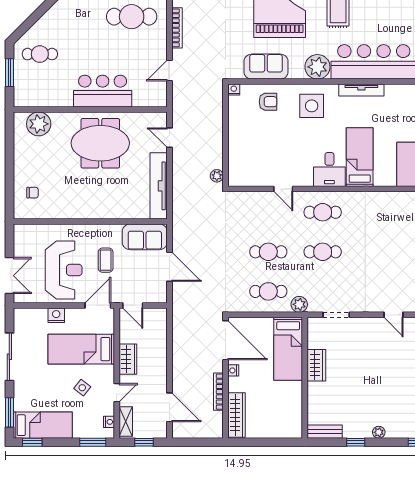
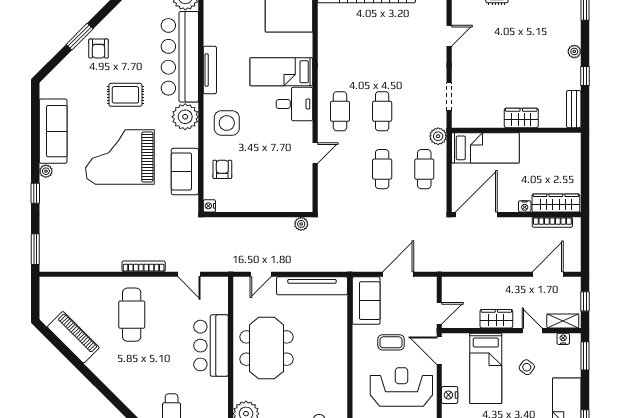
wardrobe: (316, 365) -> (521, 118), moved
nightstand: (233, 370) -> (525, 206), moved
bookcase: (218, 392) -> (552, 222), moved

